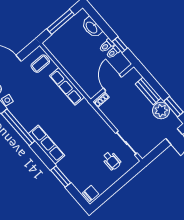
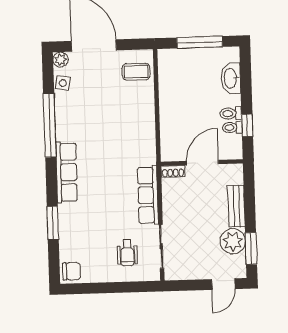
row of seats: (67, 86) -> (148, 195), moved

